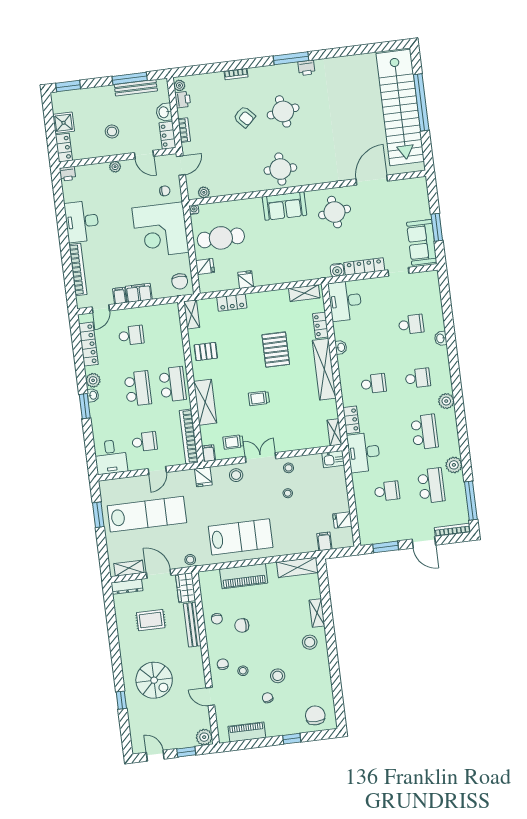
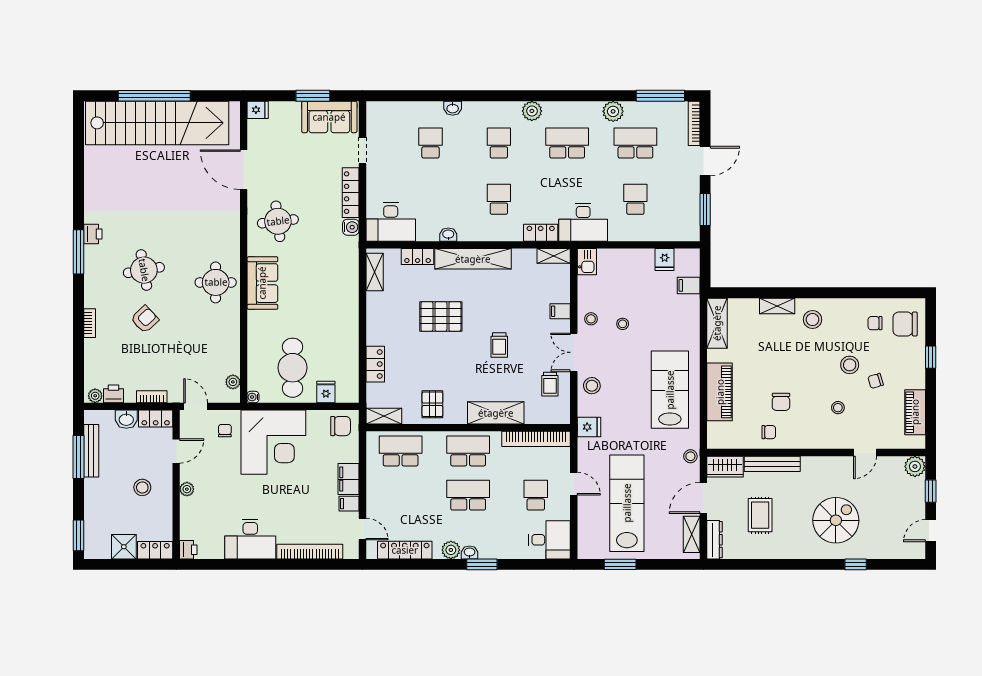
fridge: (246, 280) -> (258, 110), moved, turned 180
school desk: (131, 335) -> (401, 451), moved, width x1.85
filing cabinet: (209, 453) -> (560, 311), moved
chair: (223, 664) -> (875, 323), moved

